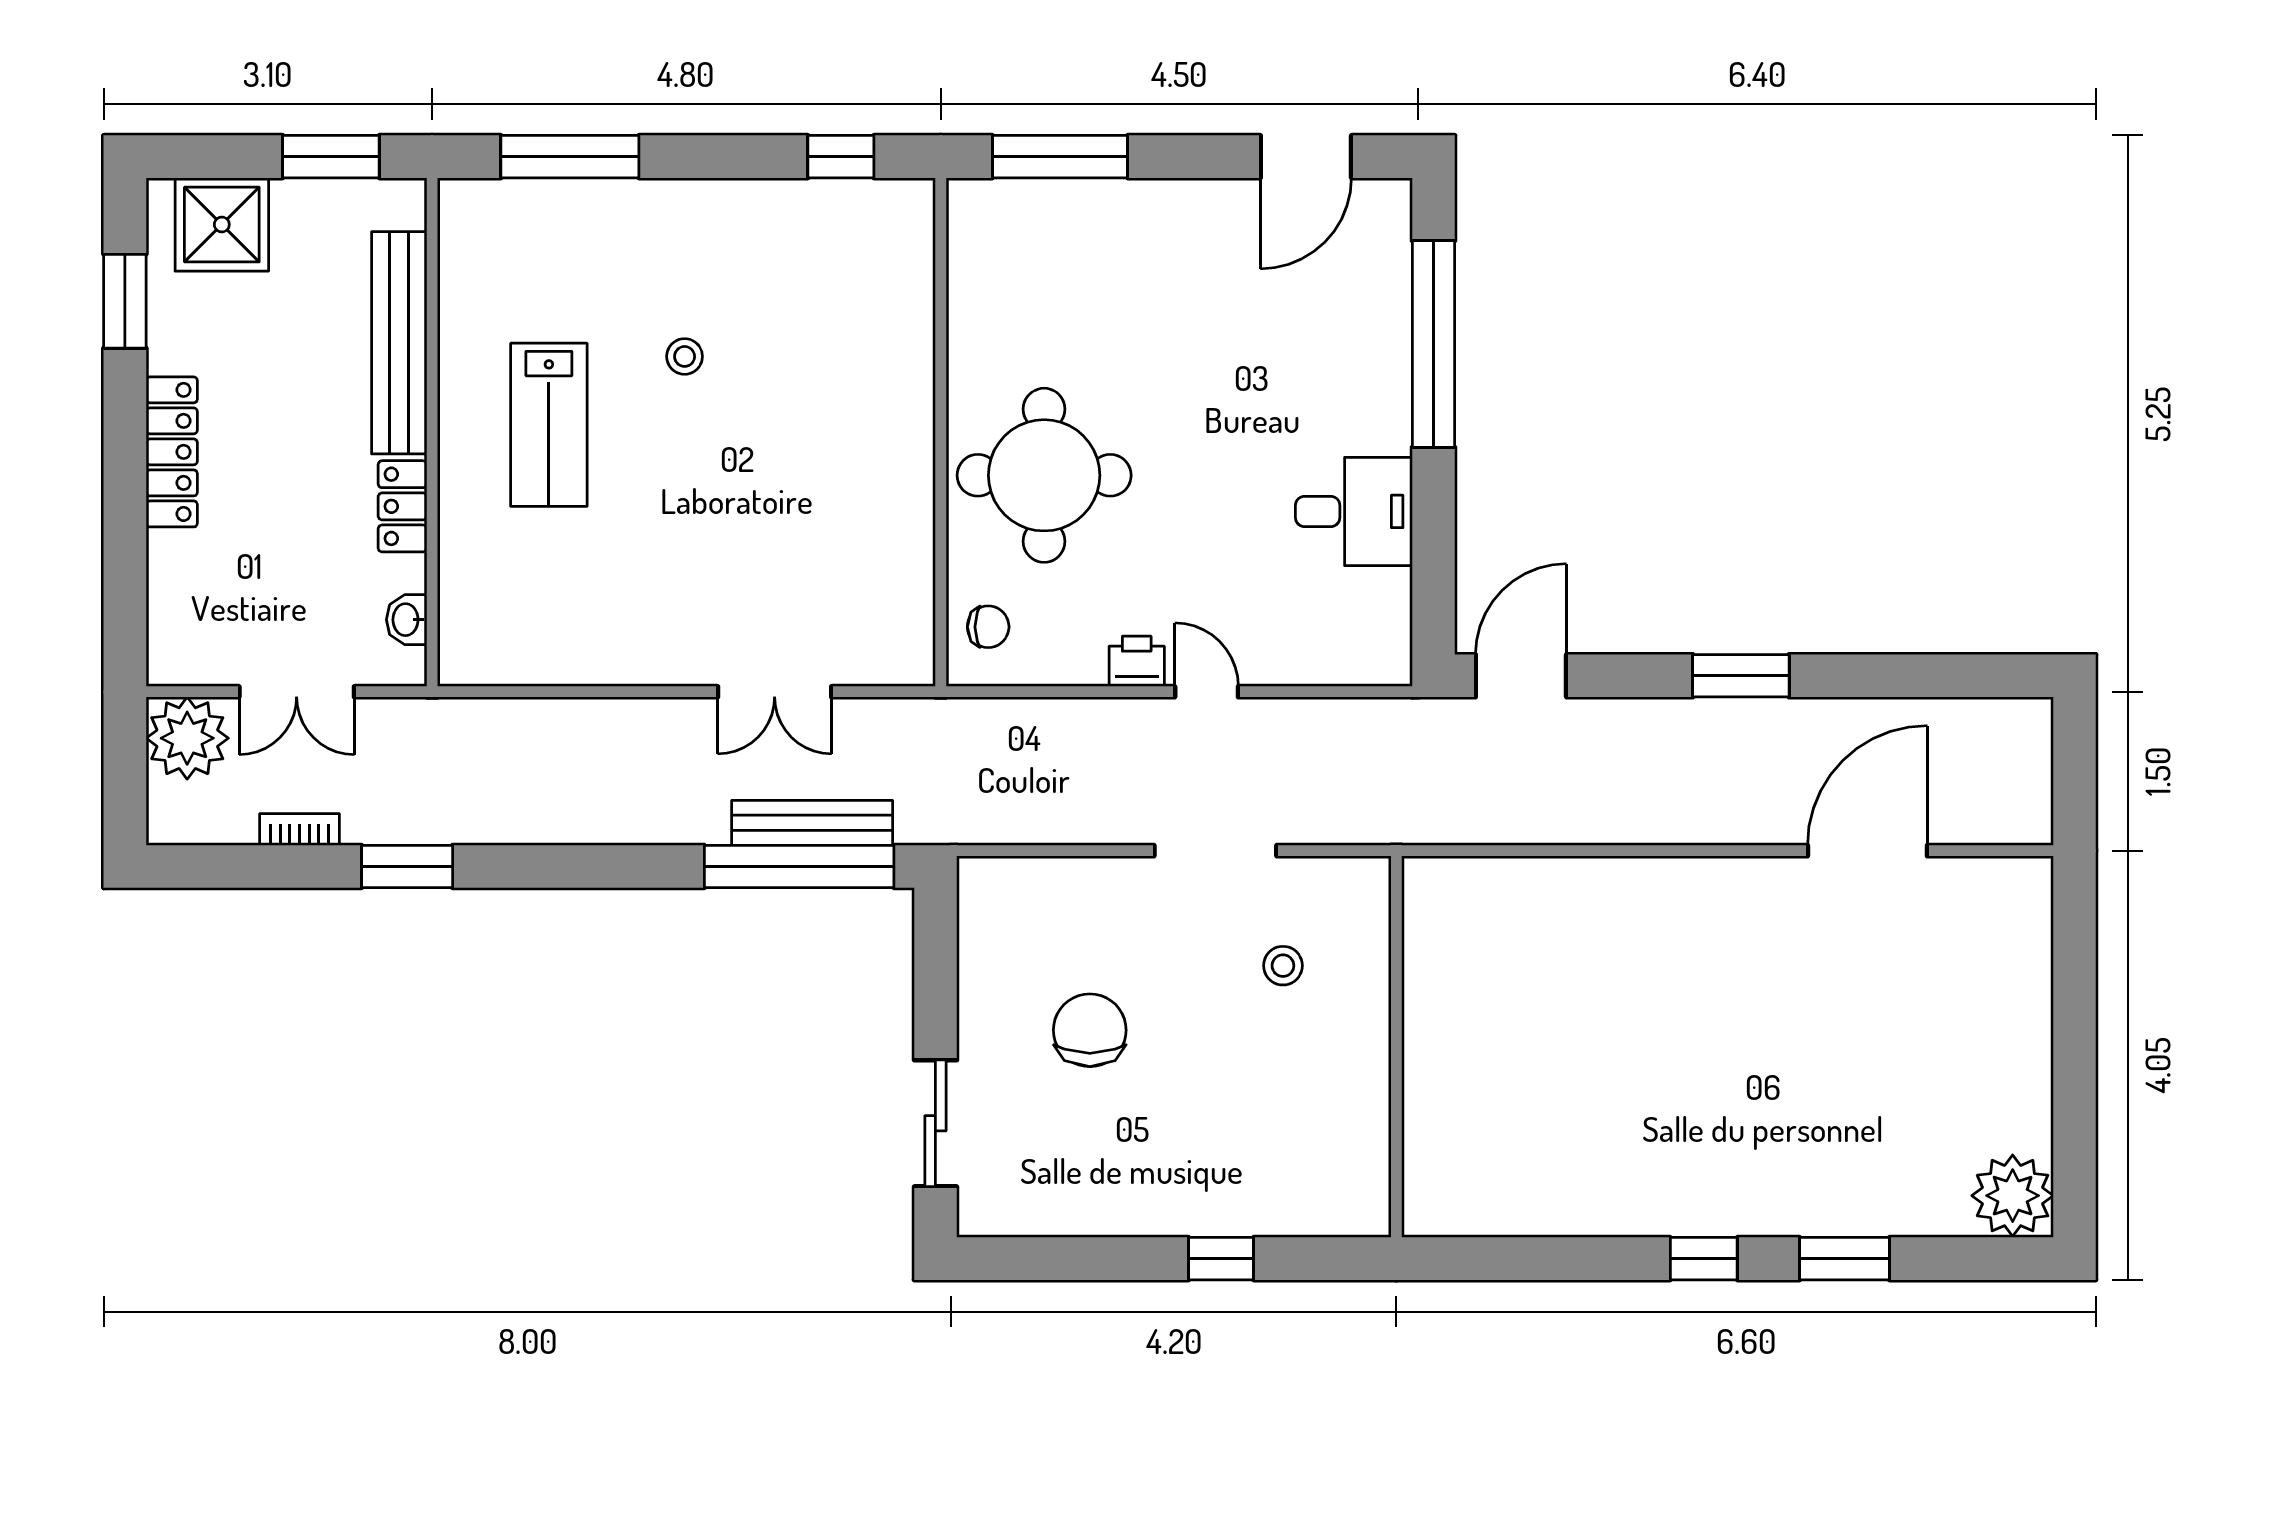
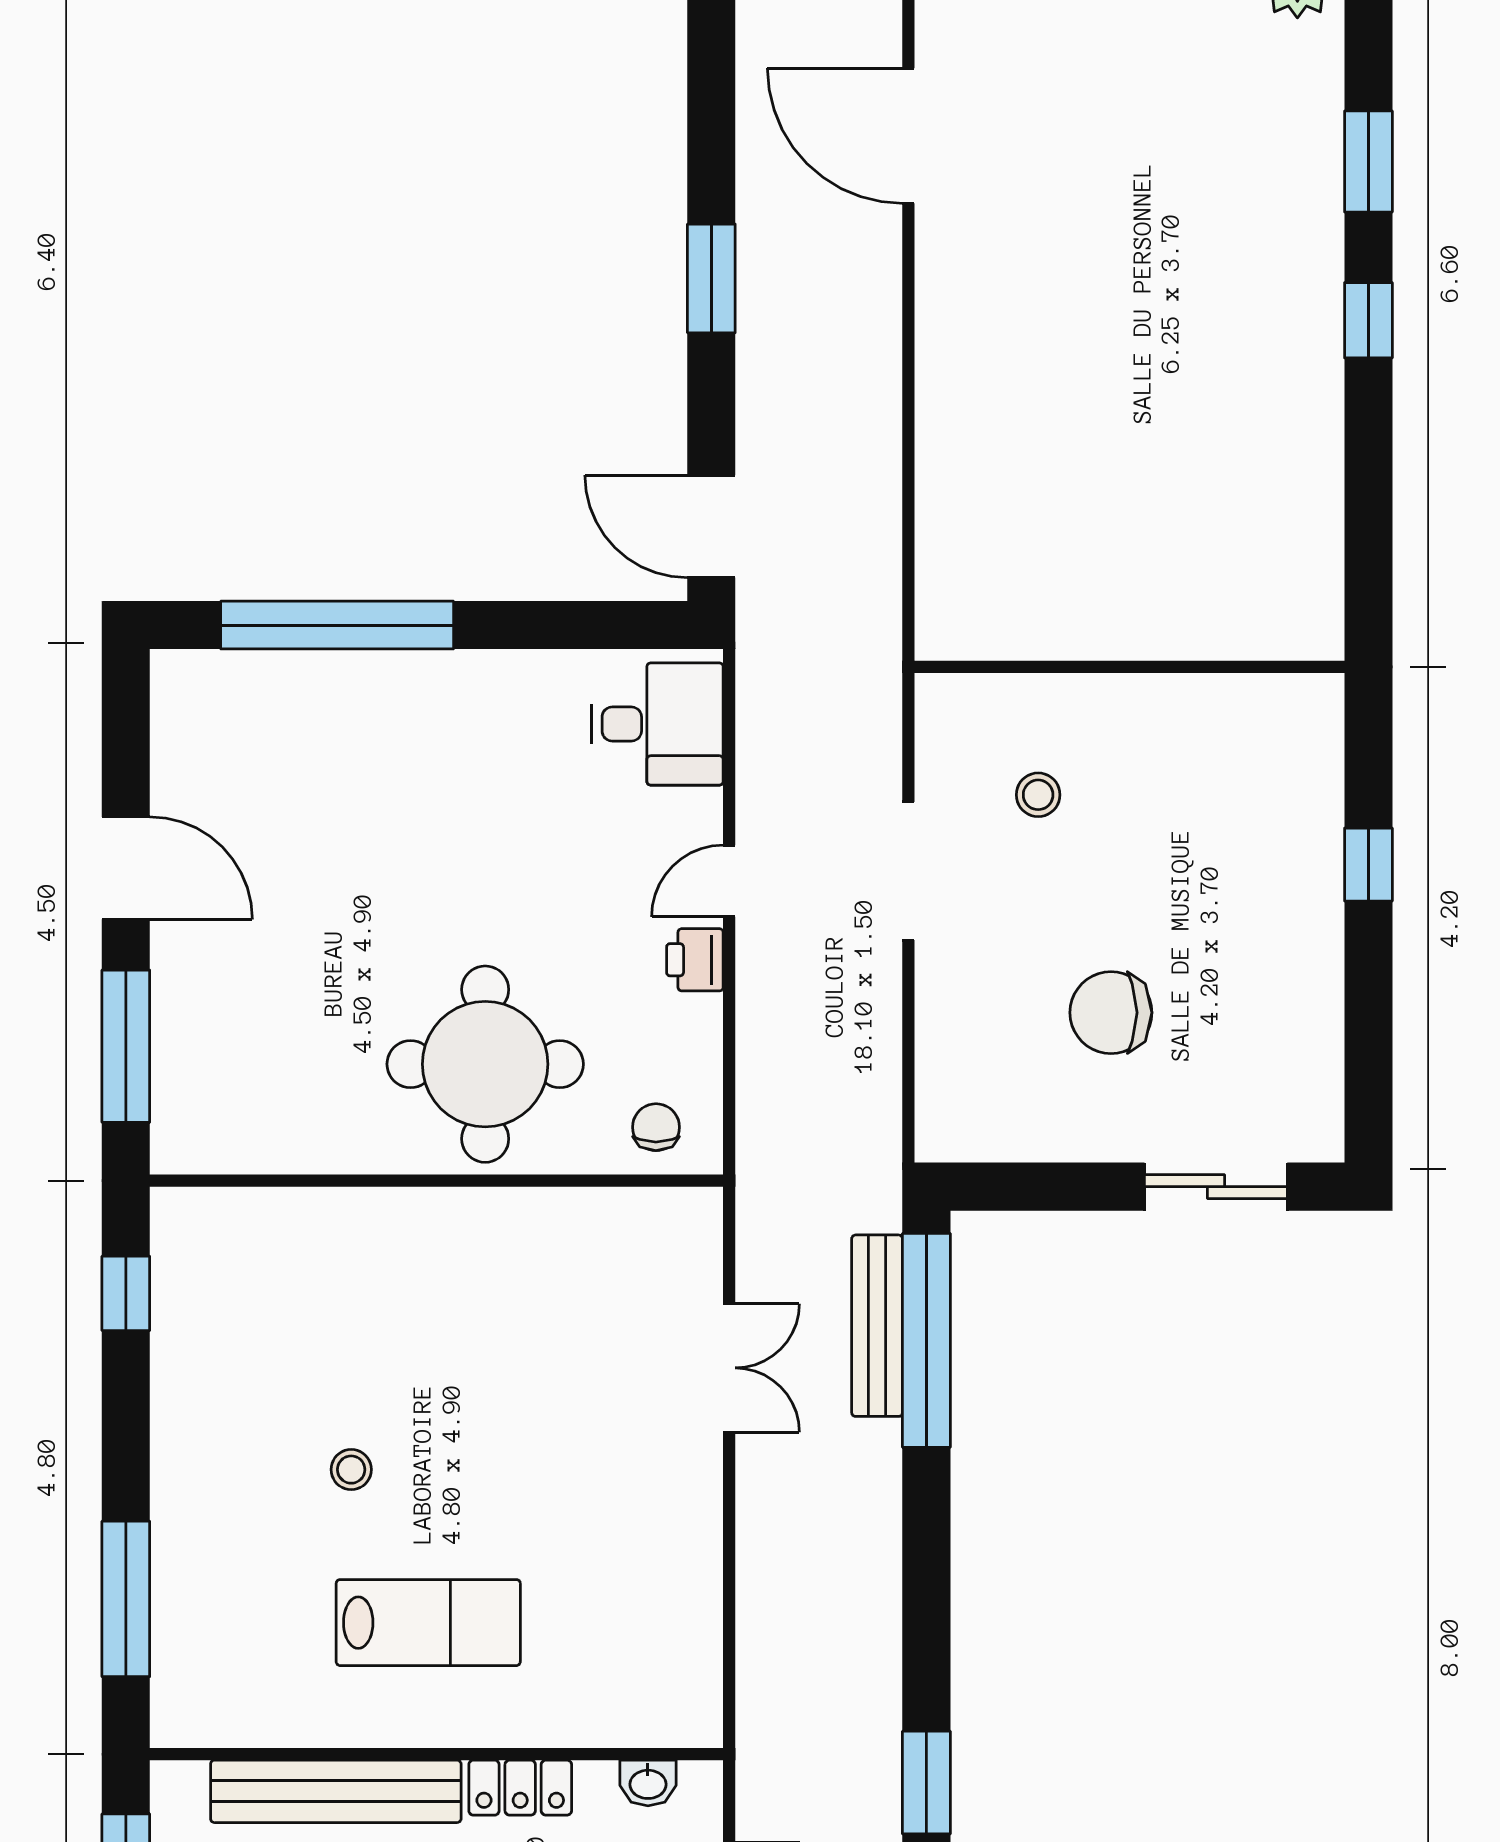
door: (1306, 157) -> (126, 868), moved
desk: (1354, 511) -> (657, 724), moved, turned 90

